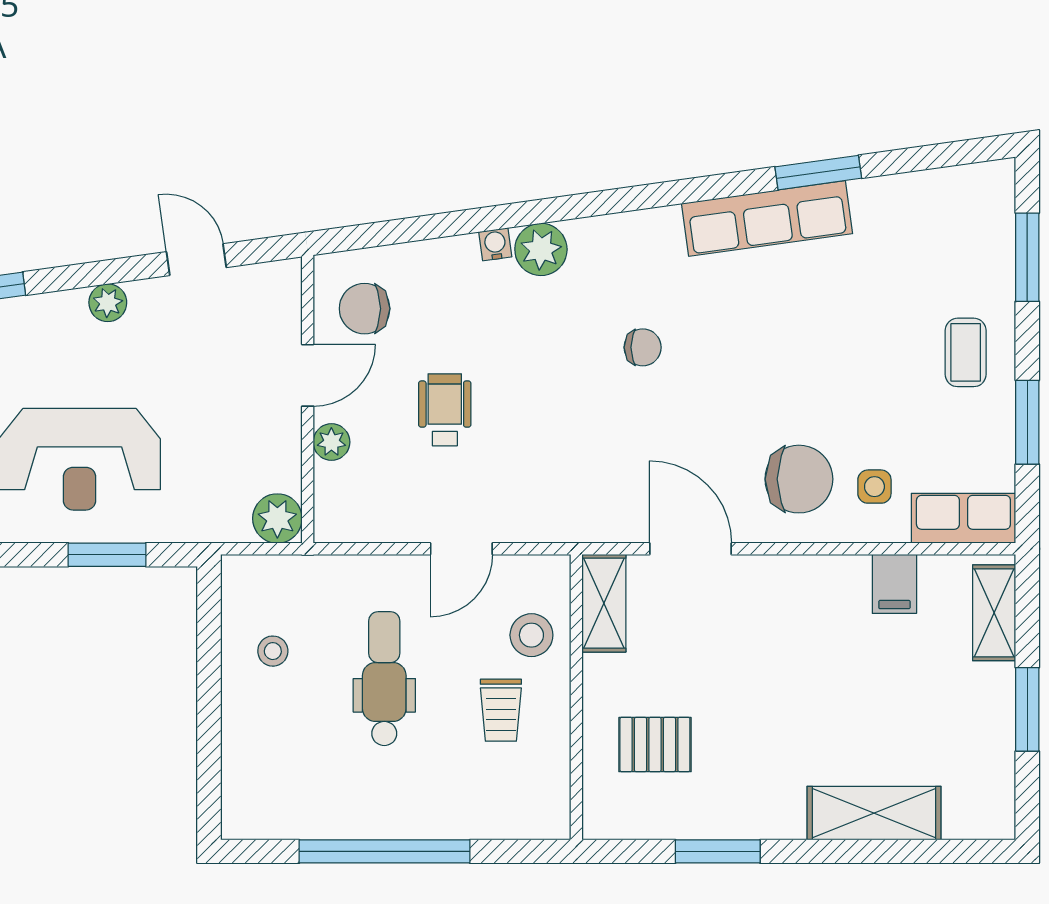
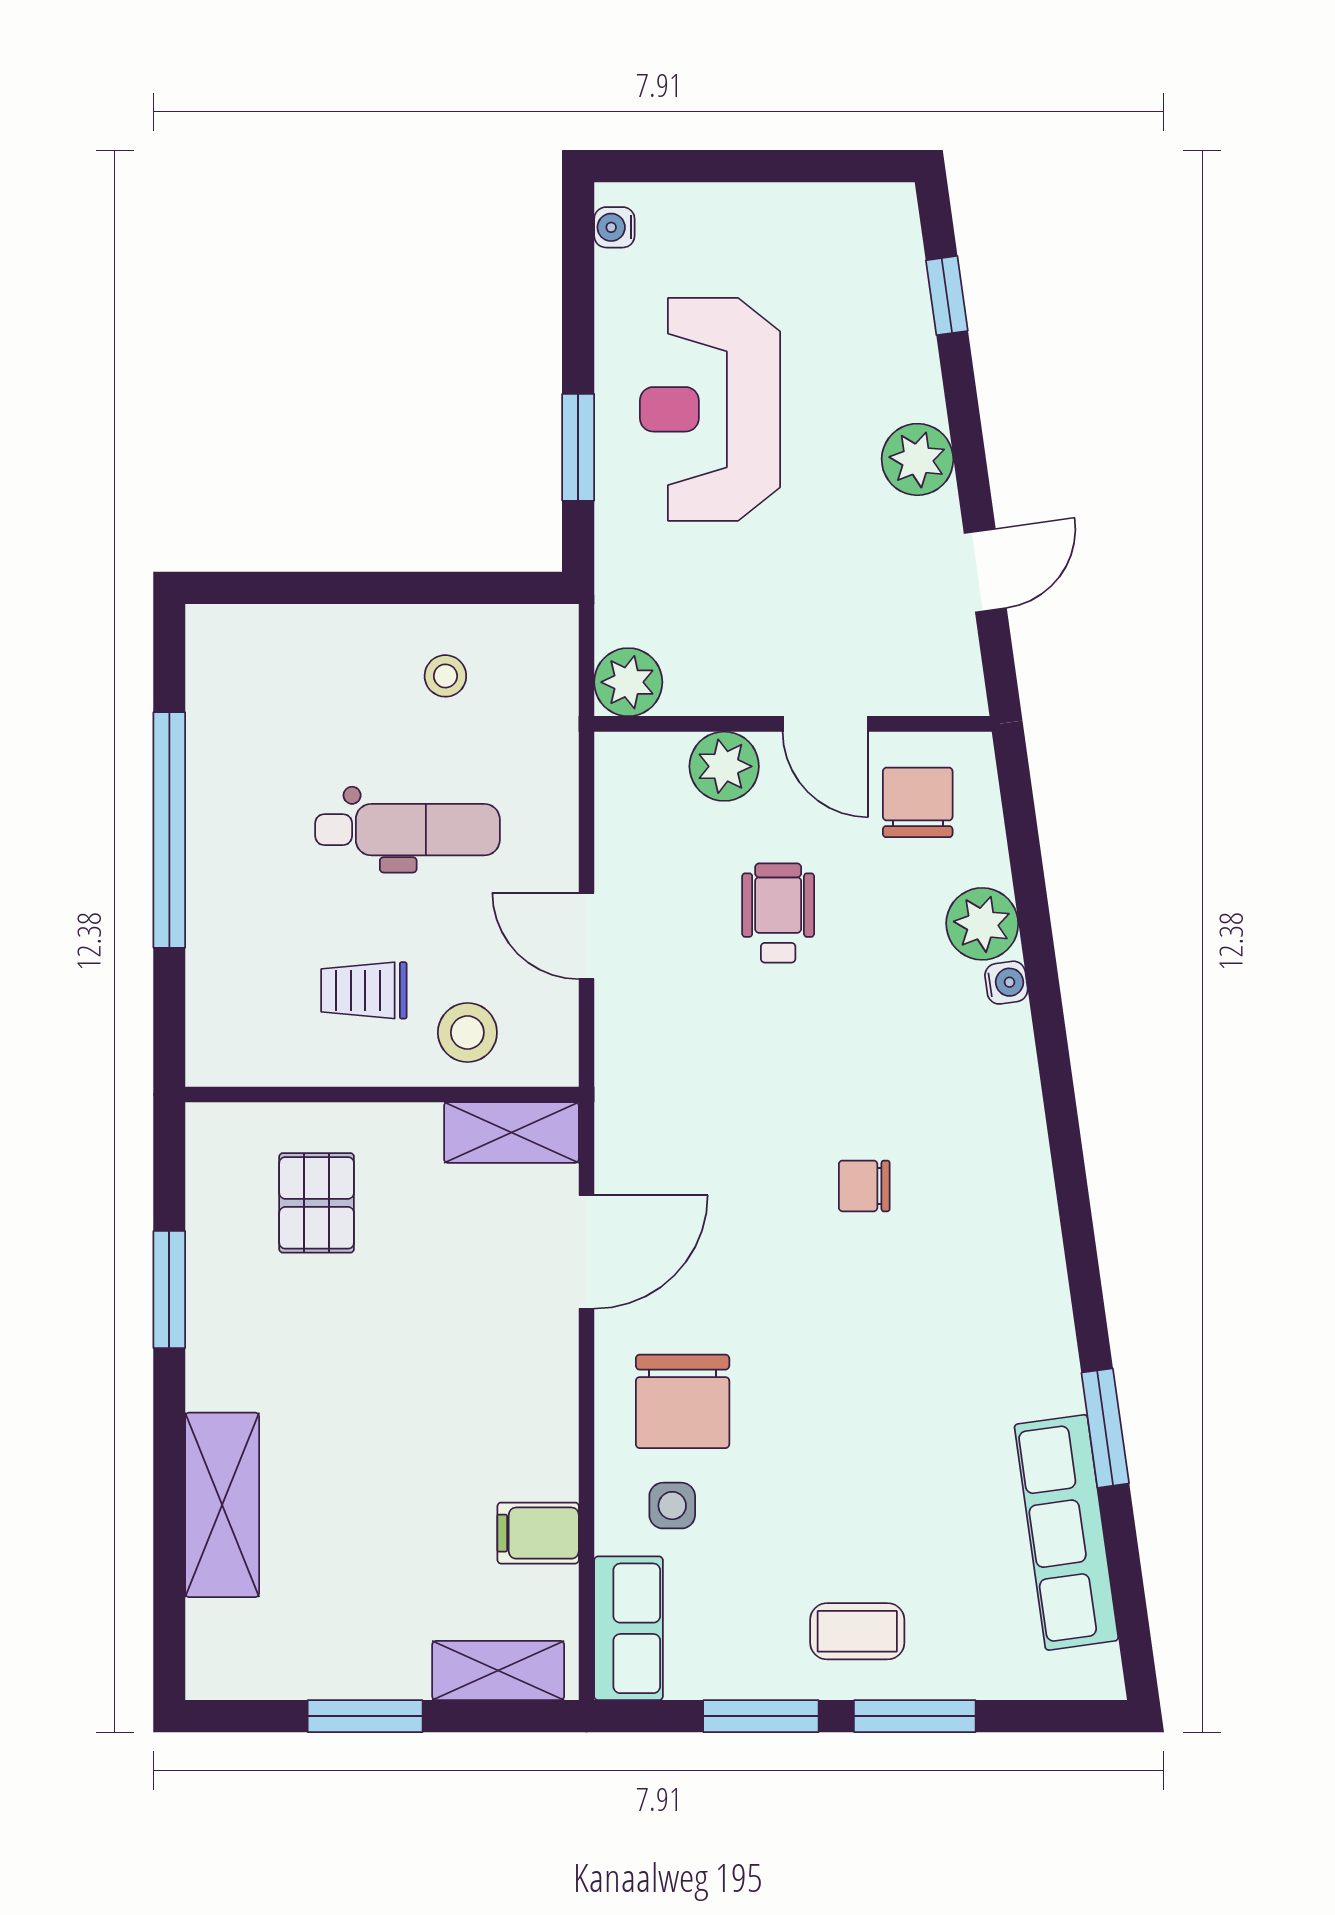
row of seats: (767, 219) -> (1066, 1532), moved
plant: (541, 249) -> (982, 924), moved
window: (1027, 257) -> (915, 1716), moved
plant: (108, 303) -> (917, 459), width x1.38, depth x1.38
chair: (643, 347) -> (864, 1186), turned 90
wheelchair: (445, 410) -> (778, 913), turned -90
plant: (331, 442) -> (724, 766), width x1.38, depth x1.38

